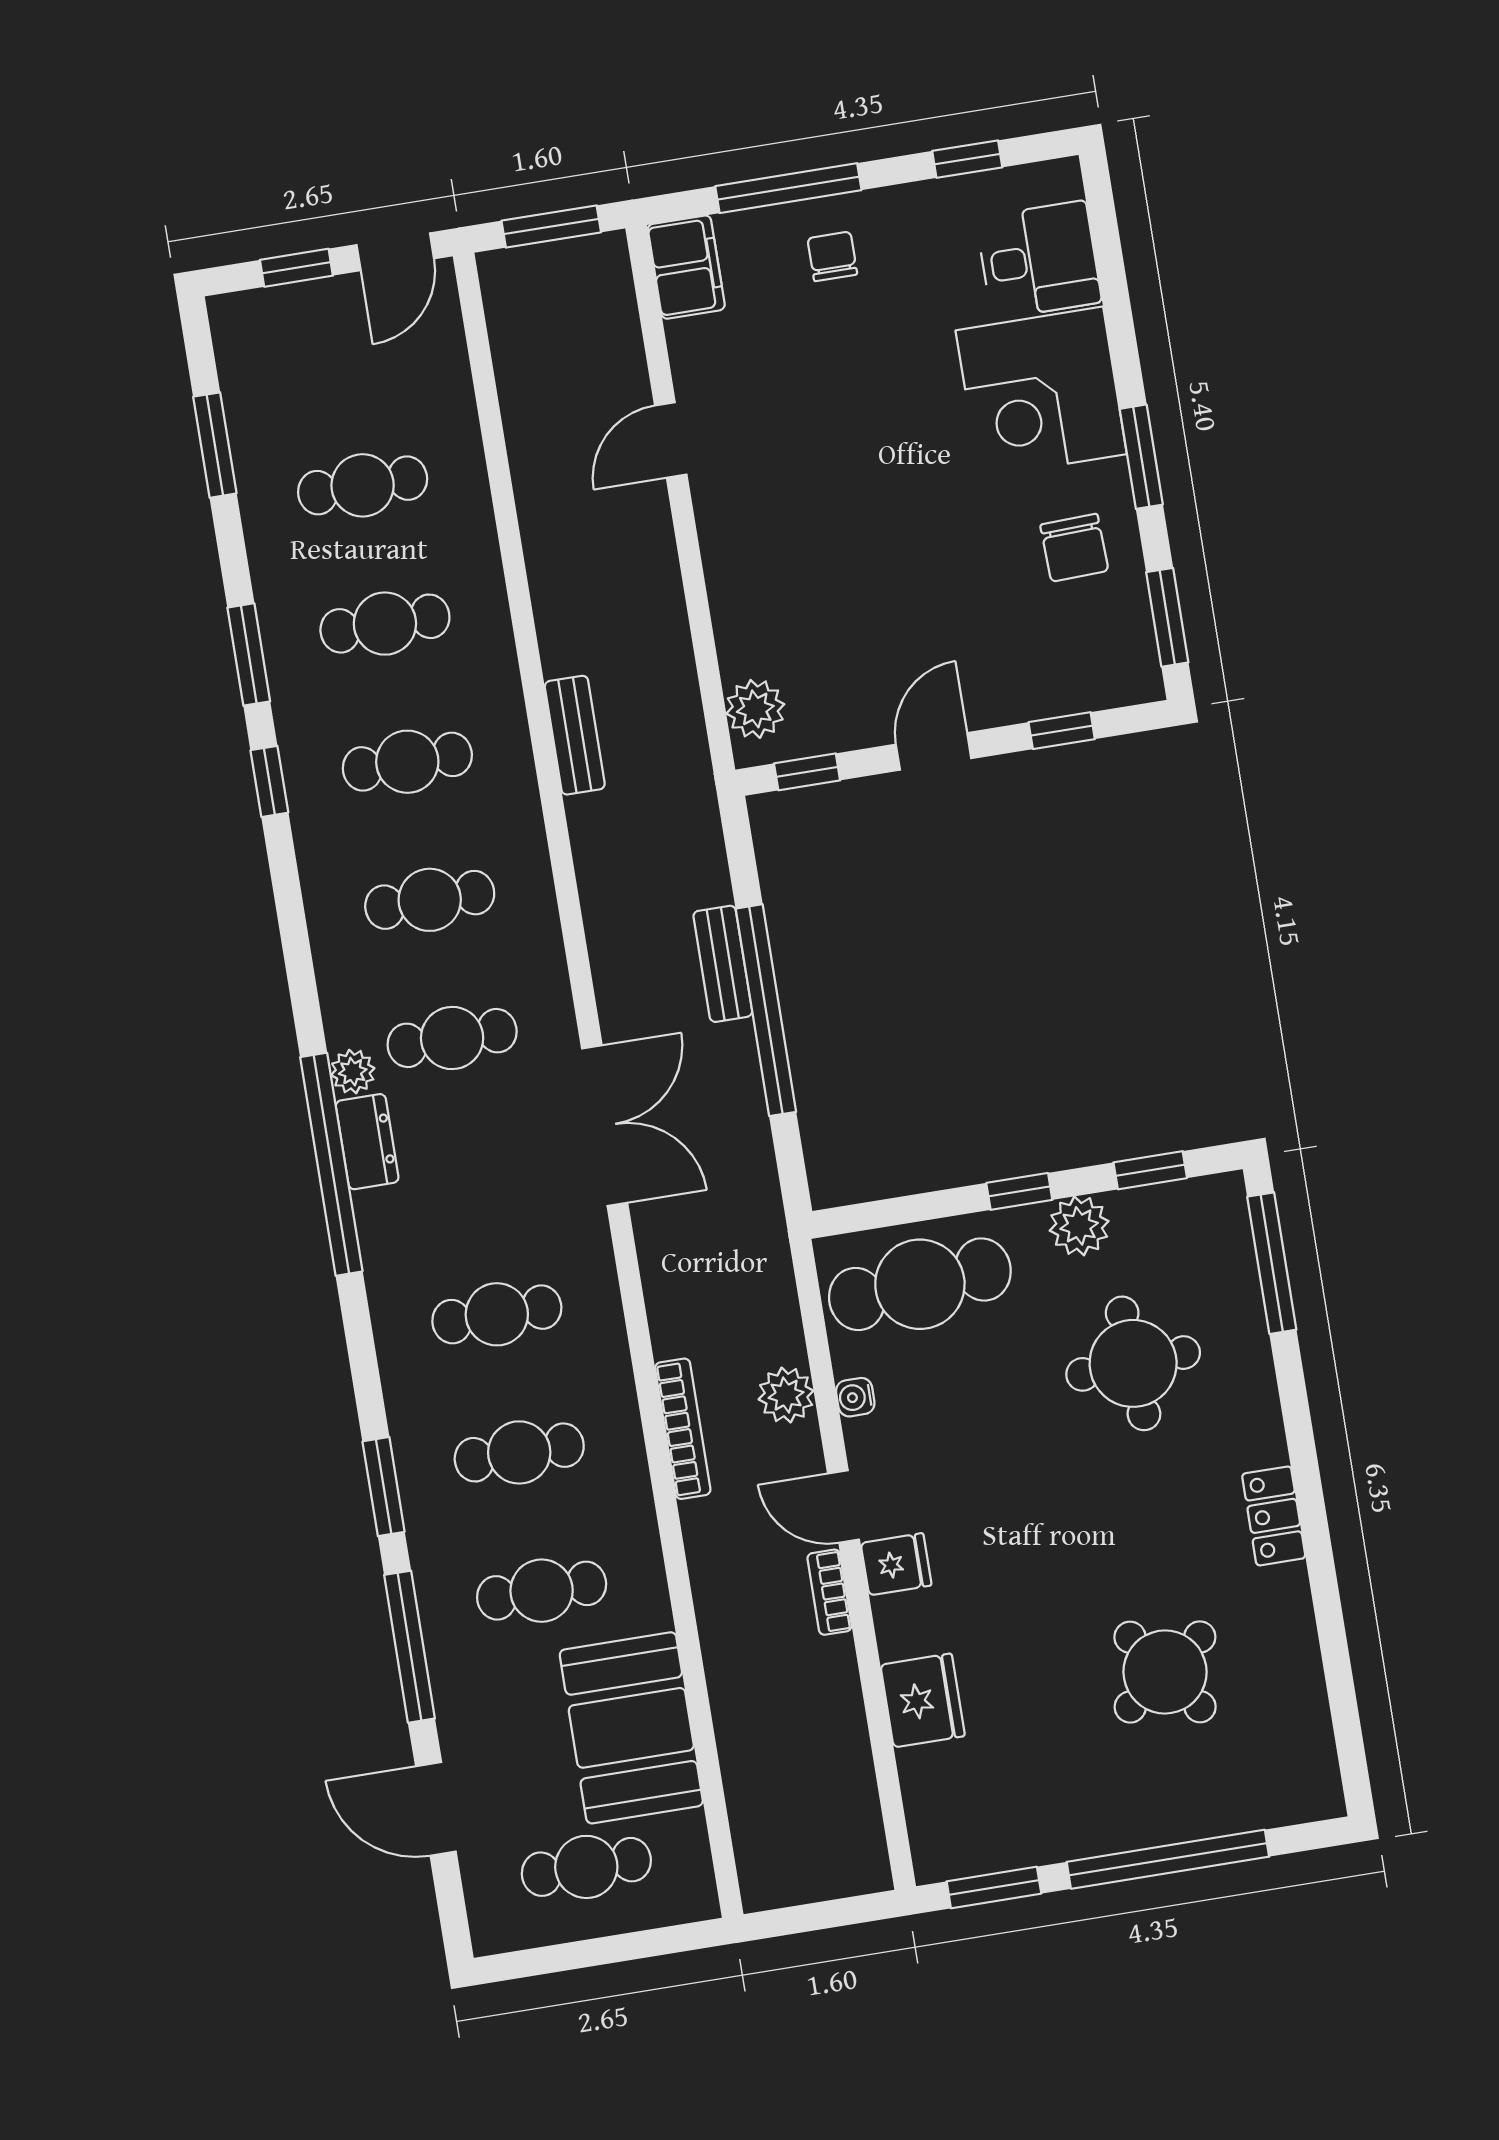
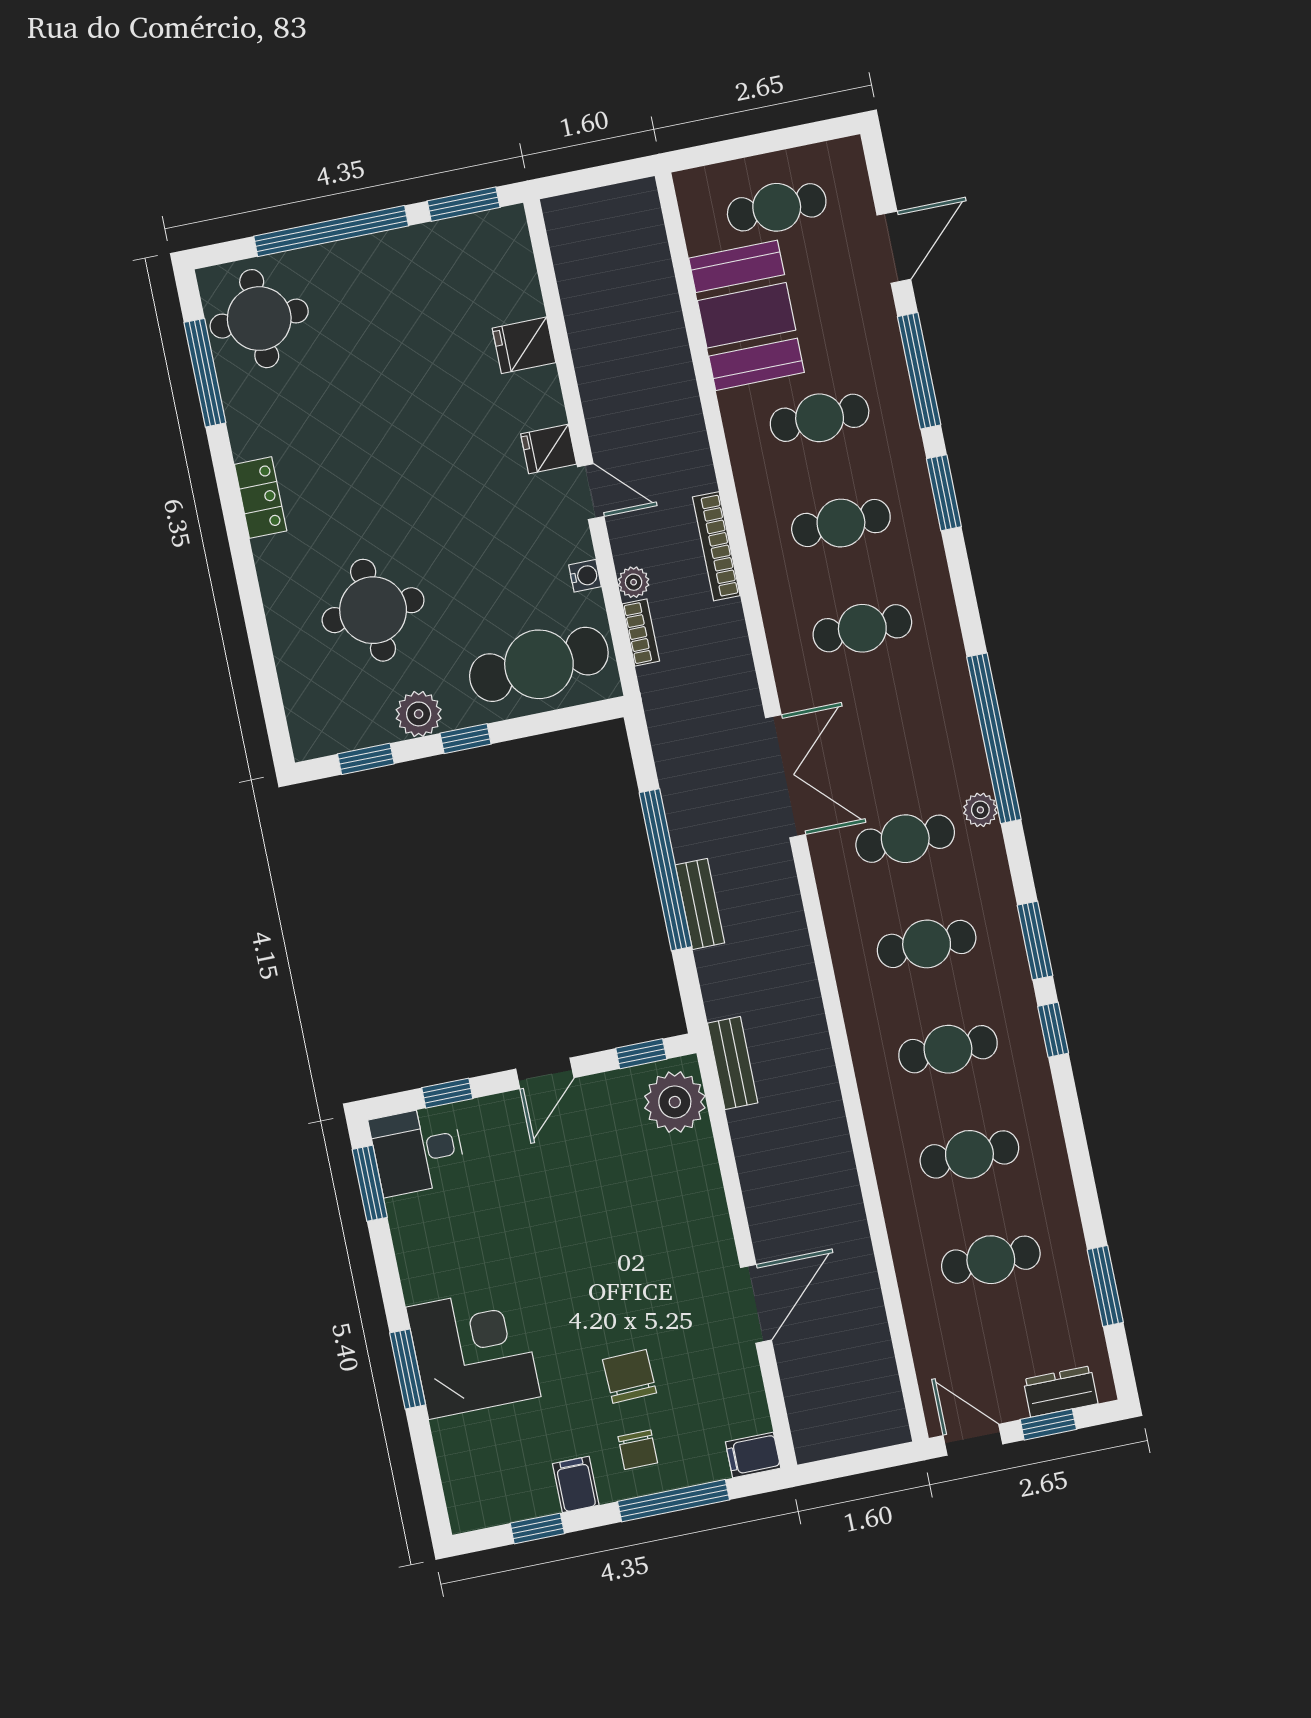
filing cabinet: (915, 214) -> (576, 1484), added
window: (551, 227) -> (854, 1464), removed
door: (395, 252) -> (973, 1440), hinge flipped
desk: (1039, 260) -> (418, 1150), moved
filing cabinet: (686, 267) -> (753, 1455), width x0.50
door: (671, 440) -> (756, 1304), width x1.38
window: (1141, 457) -> (408, 1369), moved
chair: (1074, 548) -> (630, 1376), moved
window: (249, 654) -> (1035, 941), moved
plant: (755, 709) -> (675, 1102), width x1.36, depth x1.36
bench: (575, 735) -> (733, 1063), moved
double door: (605, 1126) -> (785, 776), swing flipped
dresser: (367, 1142) -> (1061, 1391), moved, turned 90
window: (1272, 1263) -> (205, 373), moved
plant: (786, 1395) -> (634, 582), width x0.73, depth x0.73
bookcase: (830, 1592) -> (641, 632), moved
round table: (1165, 1672) -> (259, 319), moved, turned 36
fridge: (923, 1700) -> (524, 345), width x0.72
door: (436, 1809) -> (894, 247), hinge flipped

